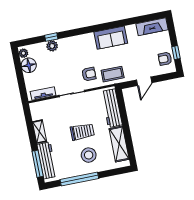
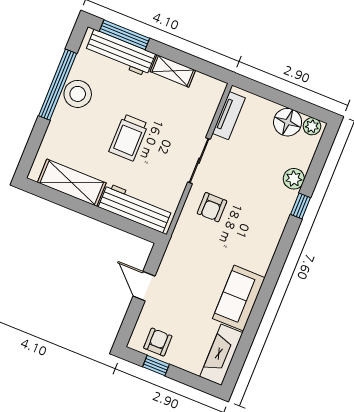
window: (51, 37) -> (301, 206), moved
sofa: (111, 38) -> (239, 298), moved
coffee table: (113, 74) -> (188, 244), removed
stool: (89, 155) -> (78, 94), moved

